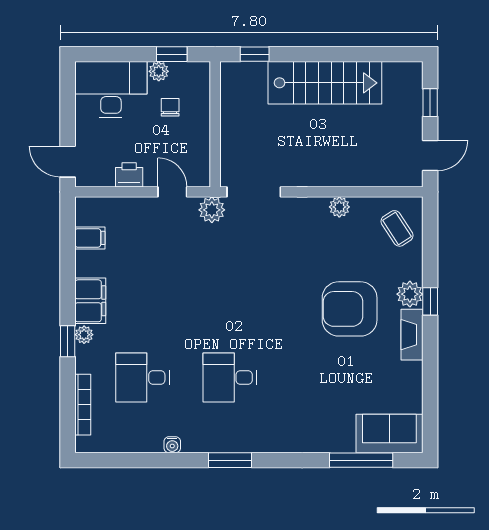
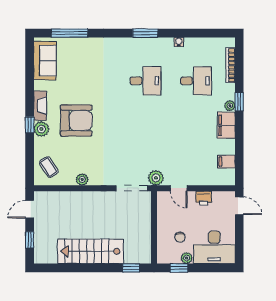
sofa: (389, 433) -> (45, 61), moved, turned -90

